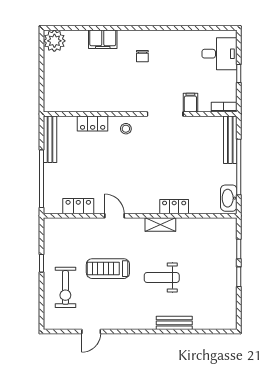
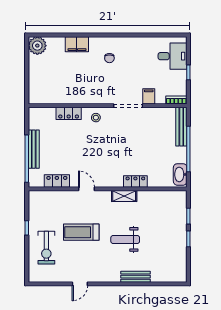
bench: (50, 139) -> (34, 149), moved
door: (91, 332) -> (80, 284), moved

